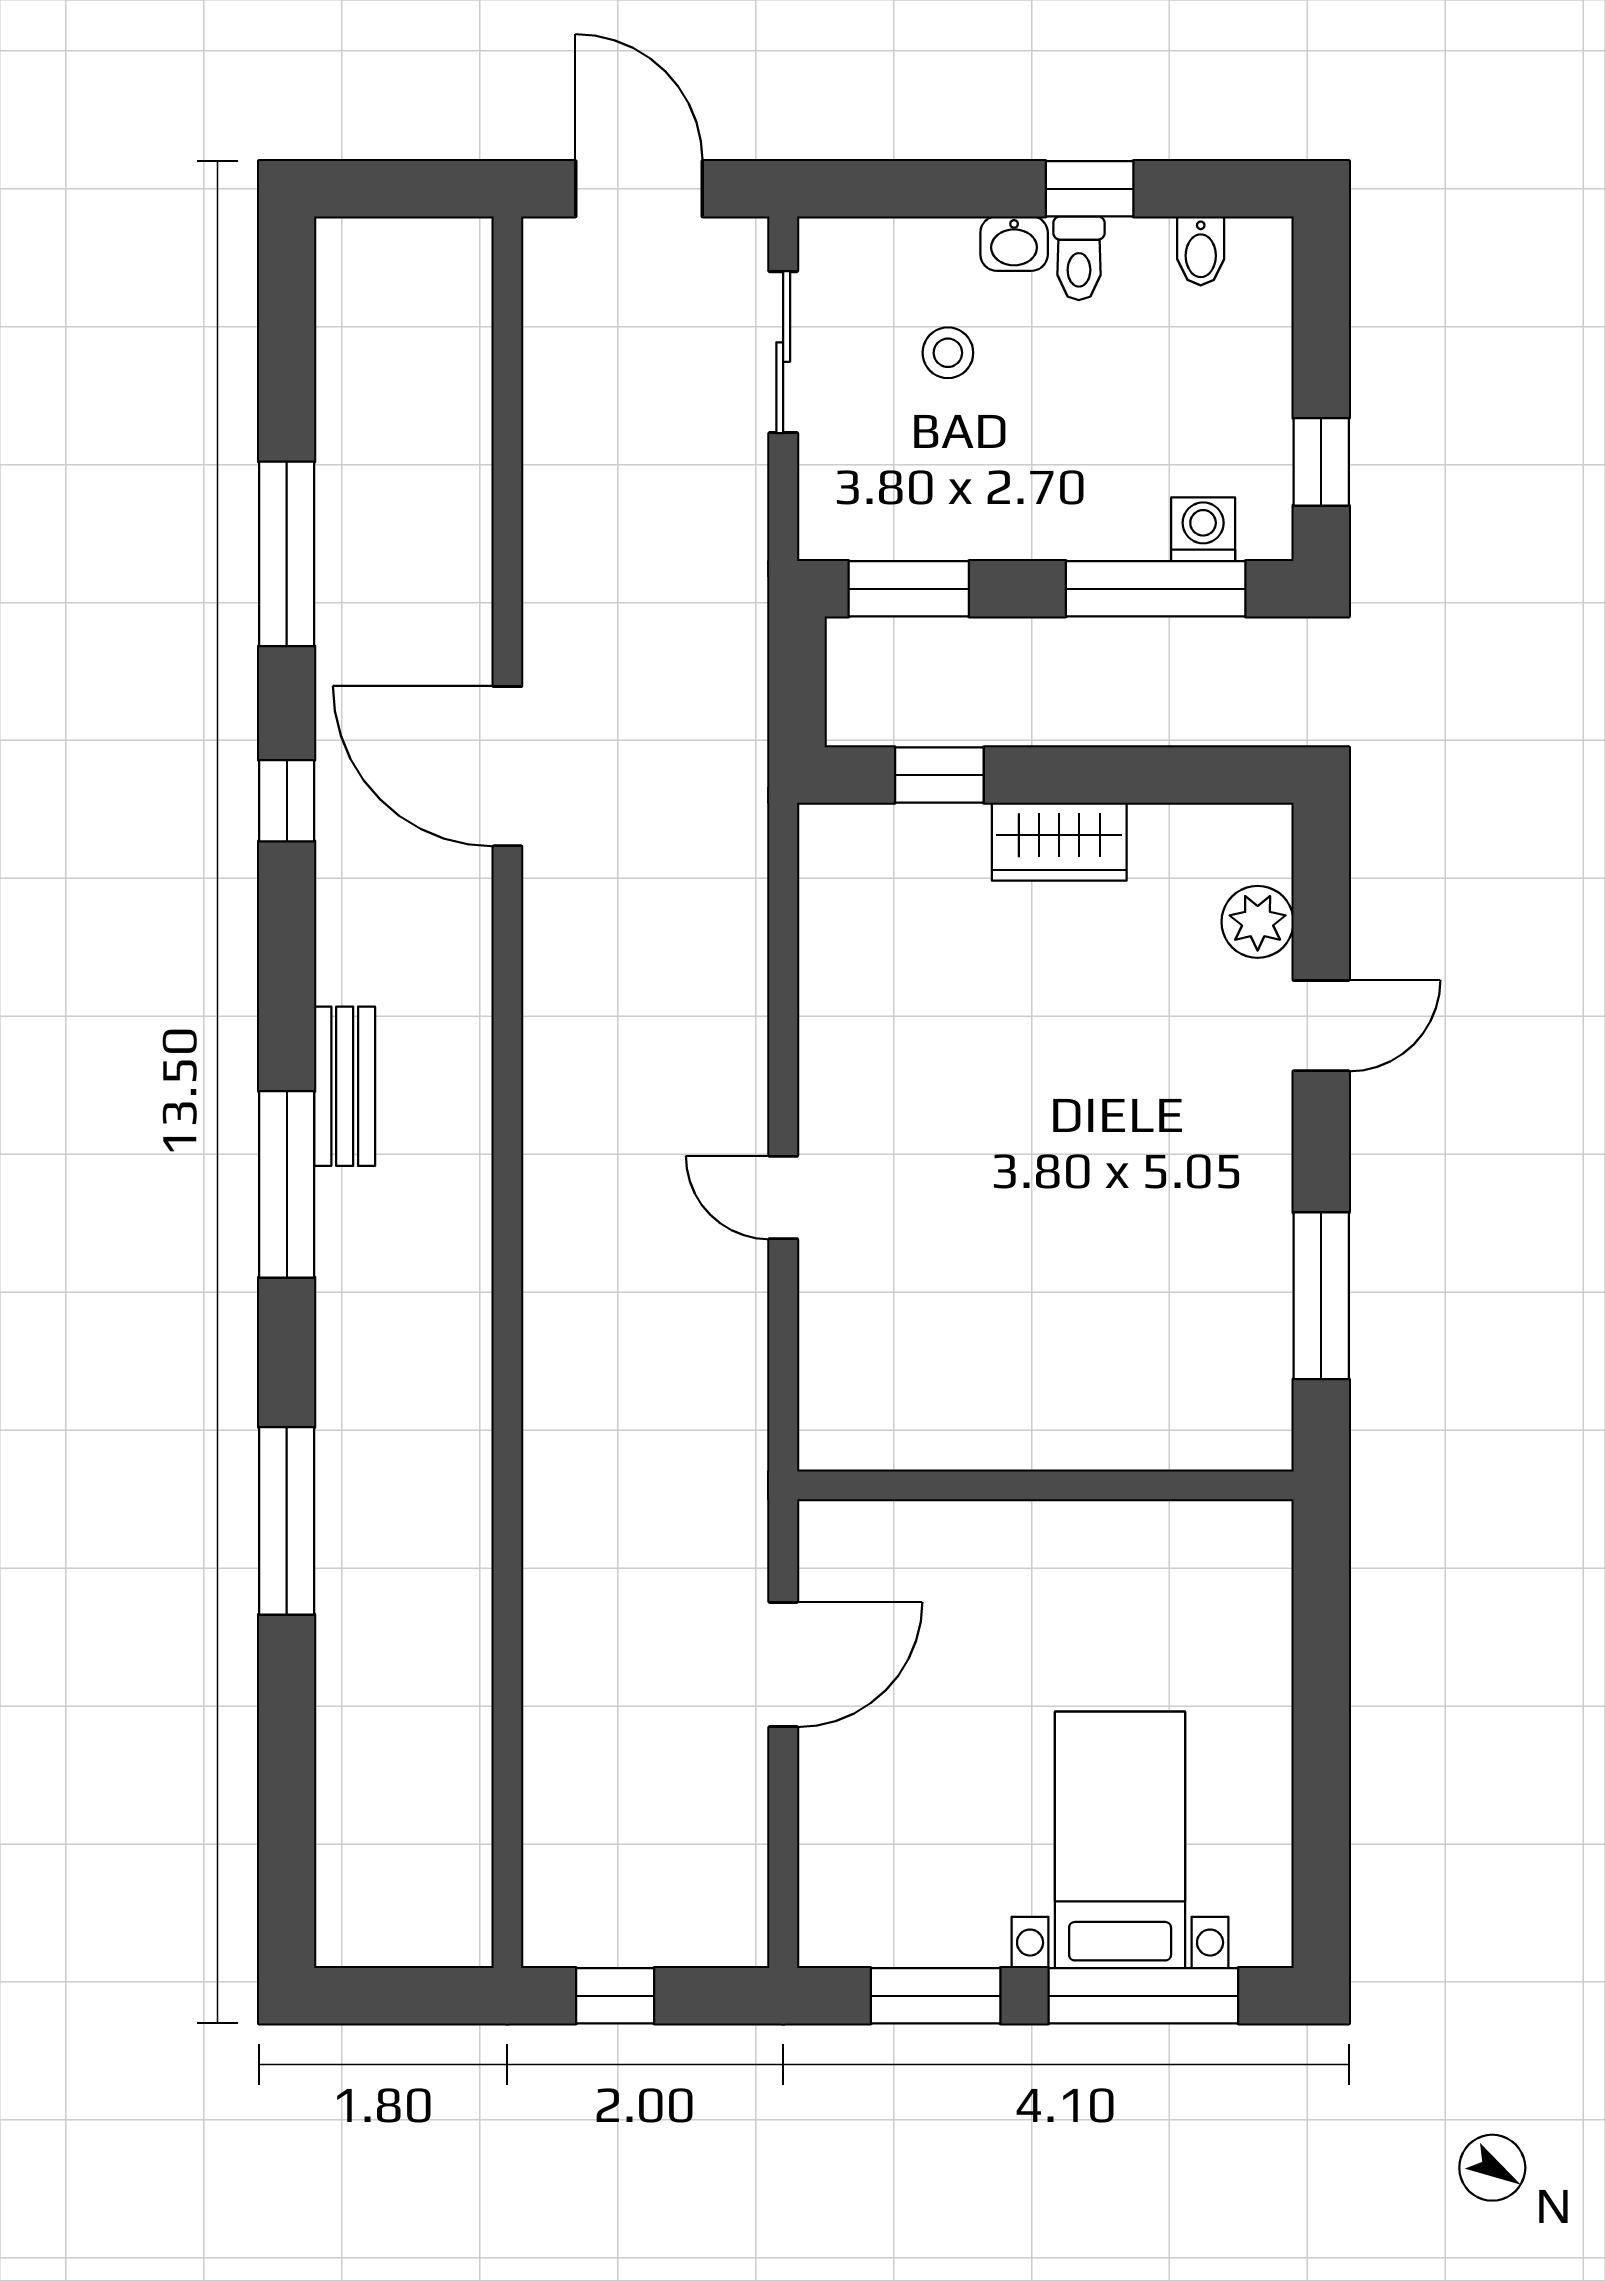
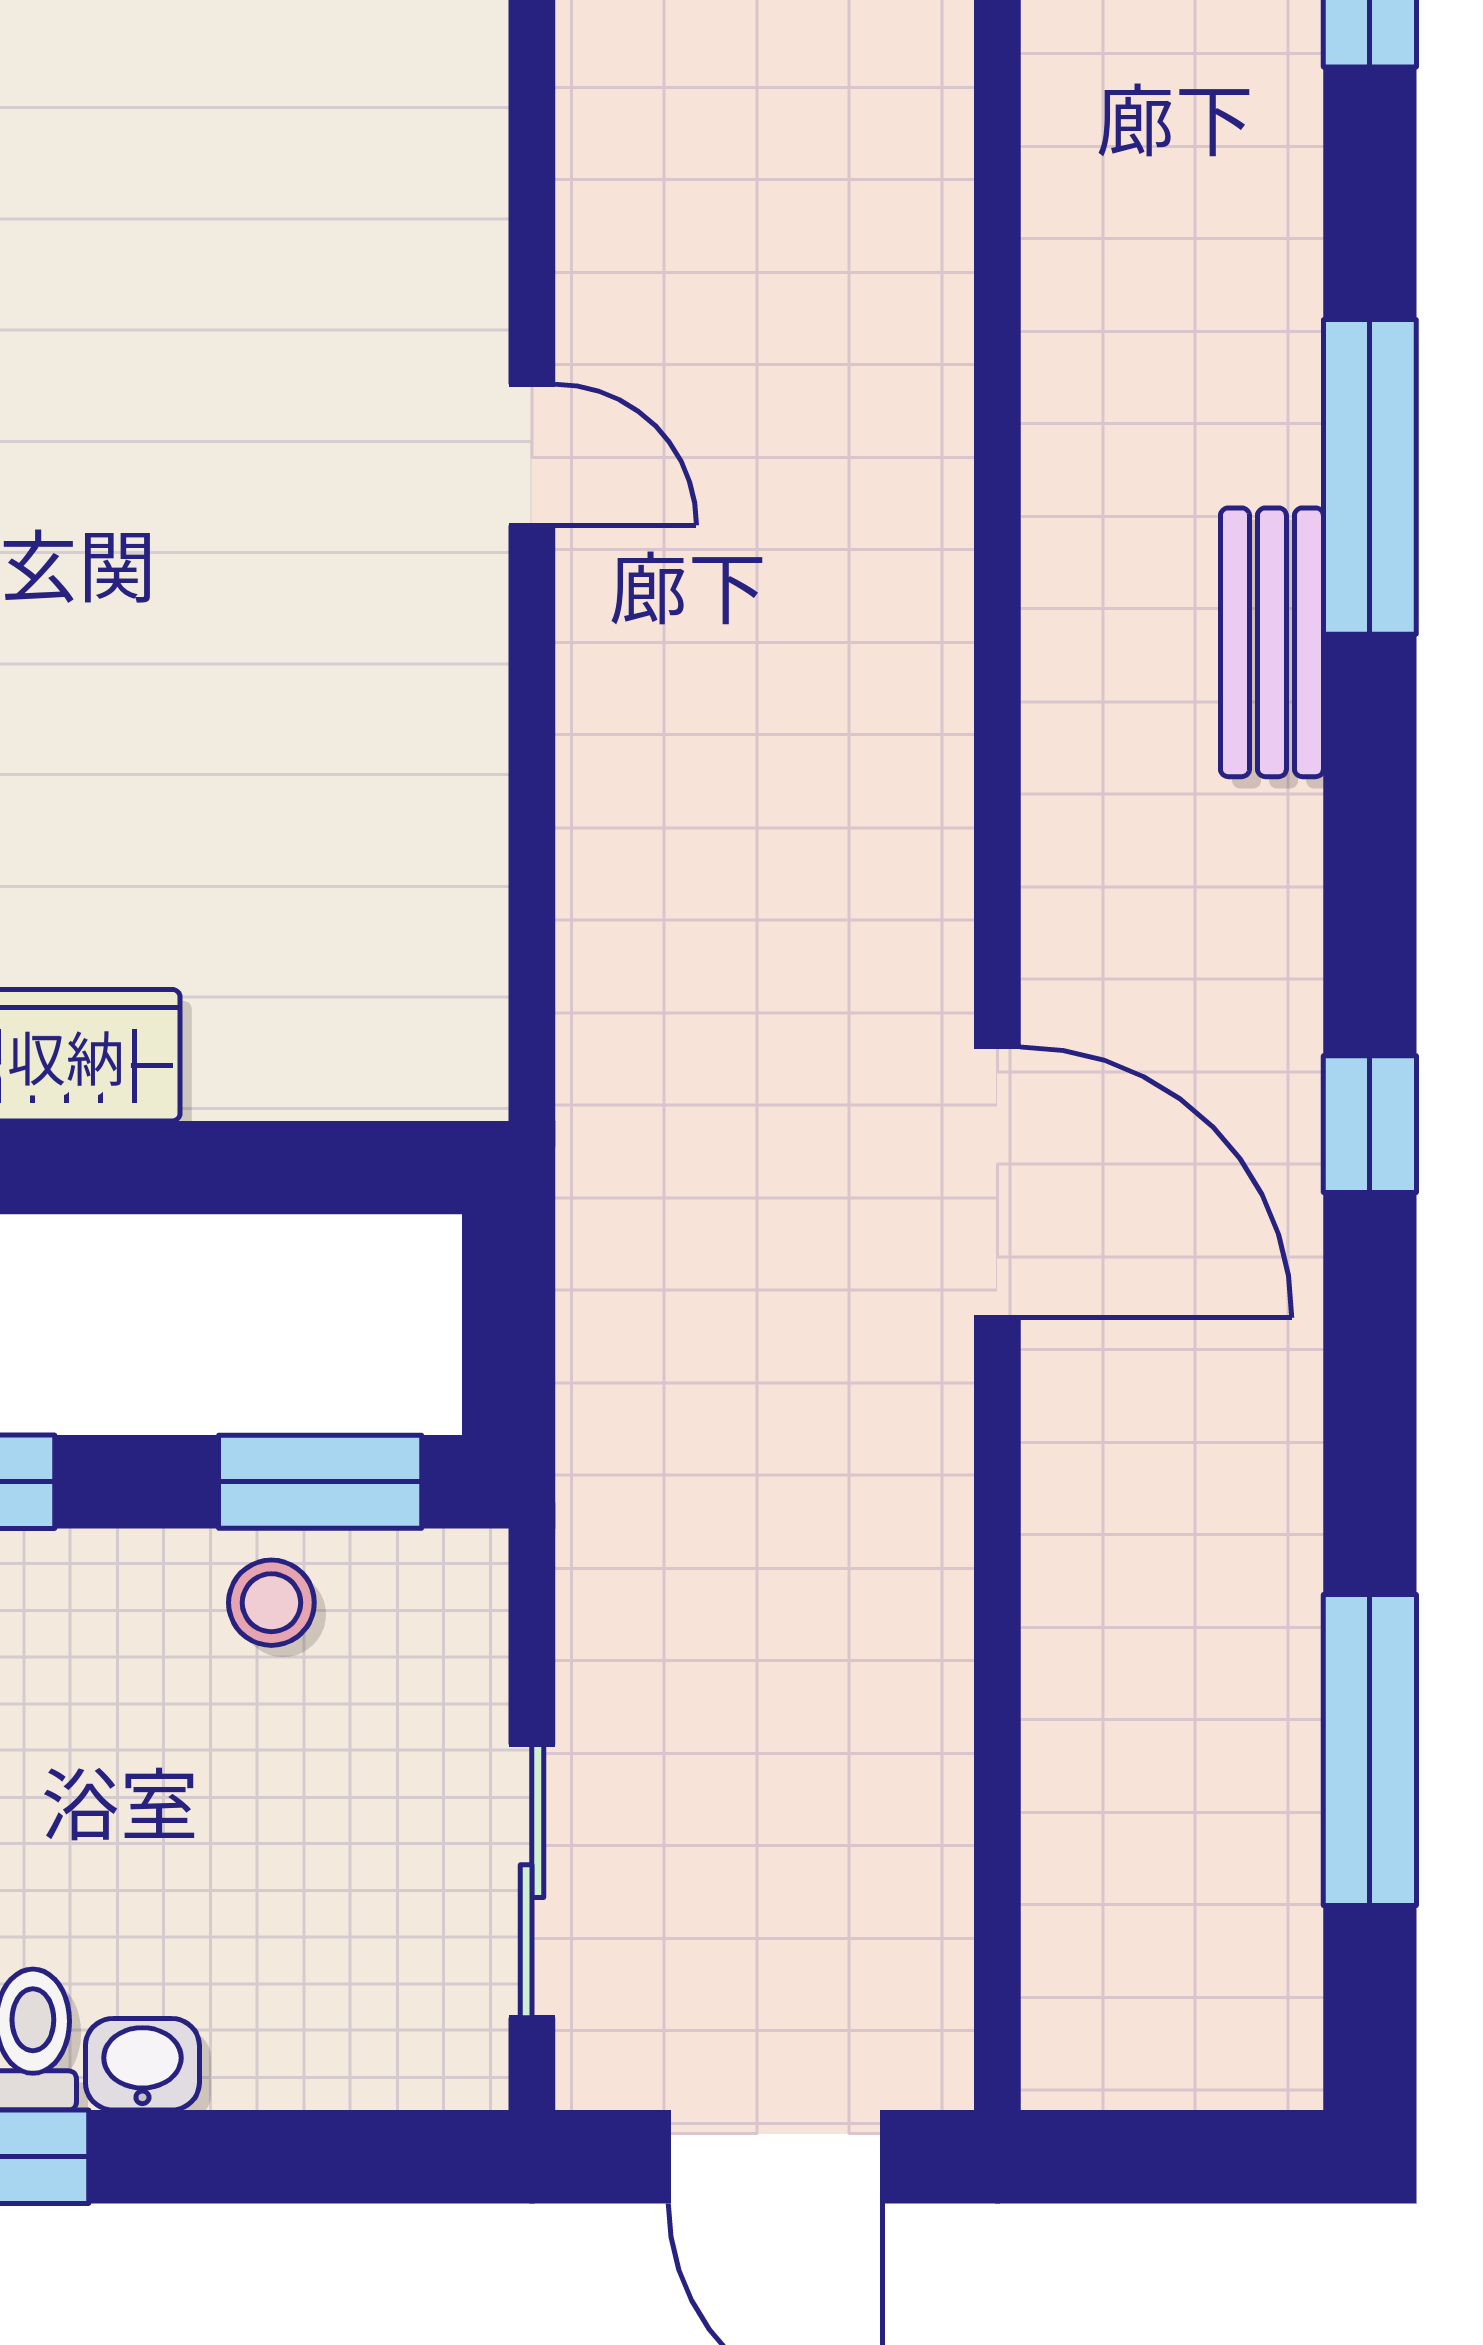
stool: (948, 353) -> (271, 1603), moved
window: (287, 554) -> (1370, 1750), moved
window: (939, 775) -> (269, 1168), removed

